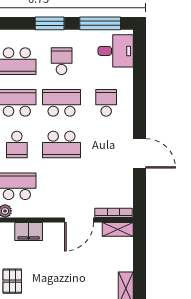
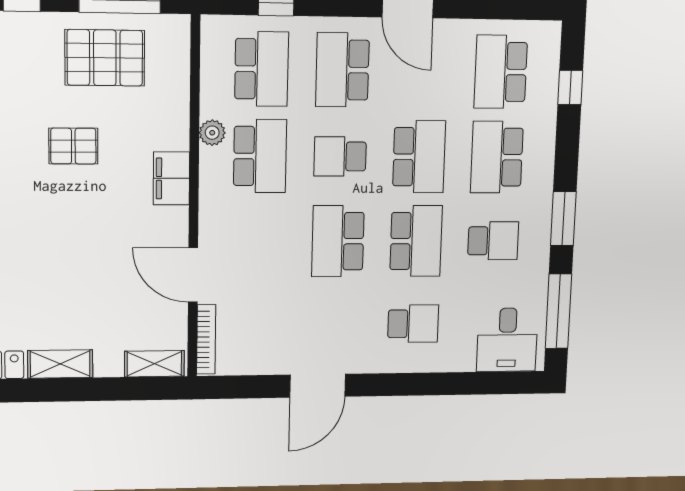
shelving: (118, 229) -> (154, 364), moved, turned 90

